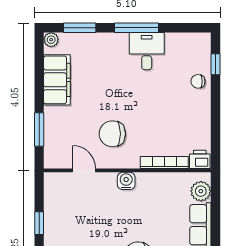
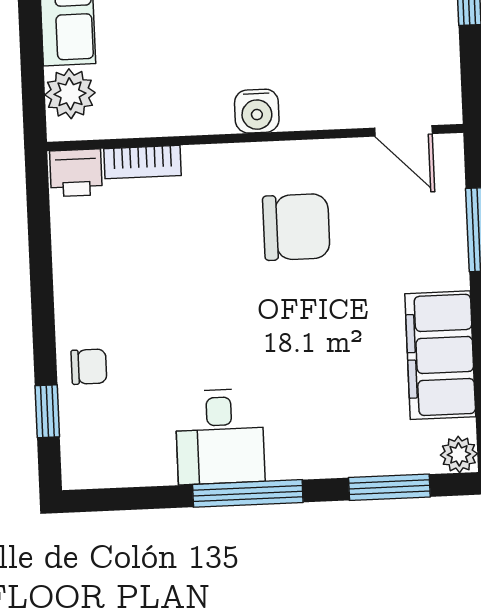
bookcase: (164, 162) -> (143, 162), width x0.64
door: (84, 170) -> (403, 131), moved

